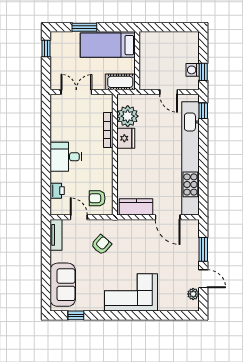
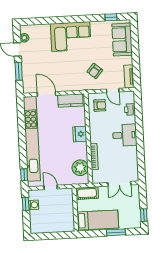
fridge: (126, 138) -> (80, 134), moved

